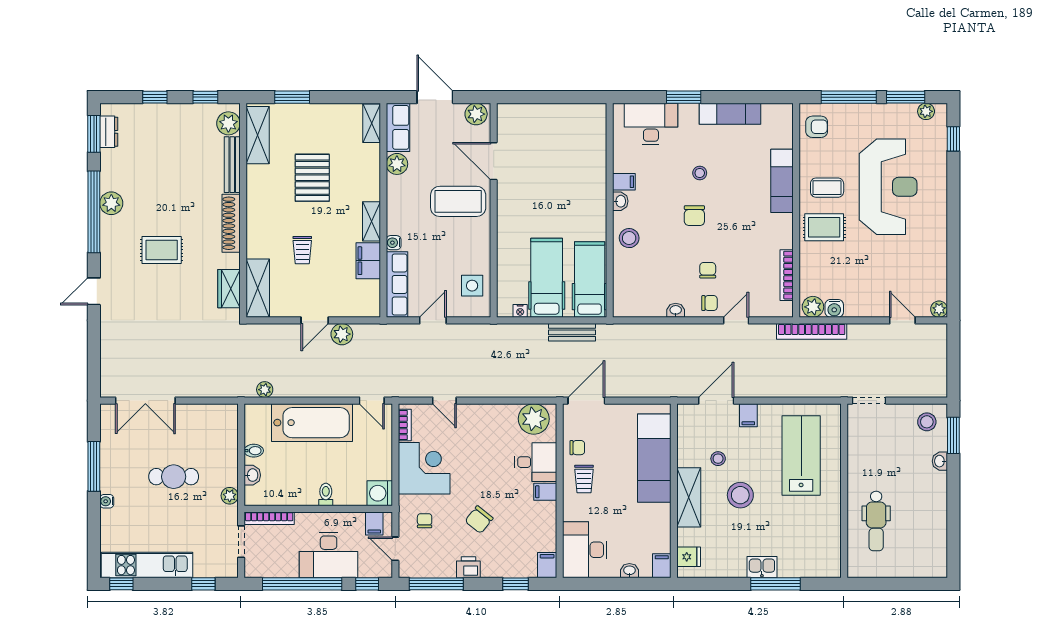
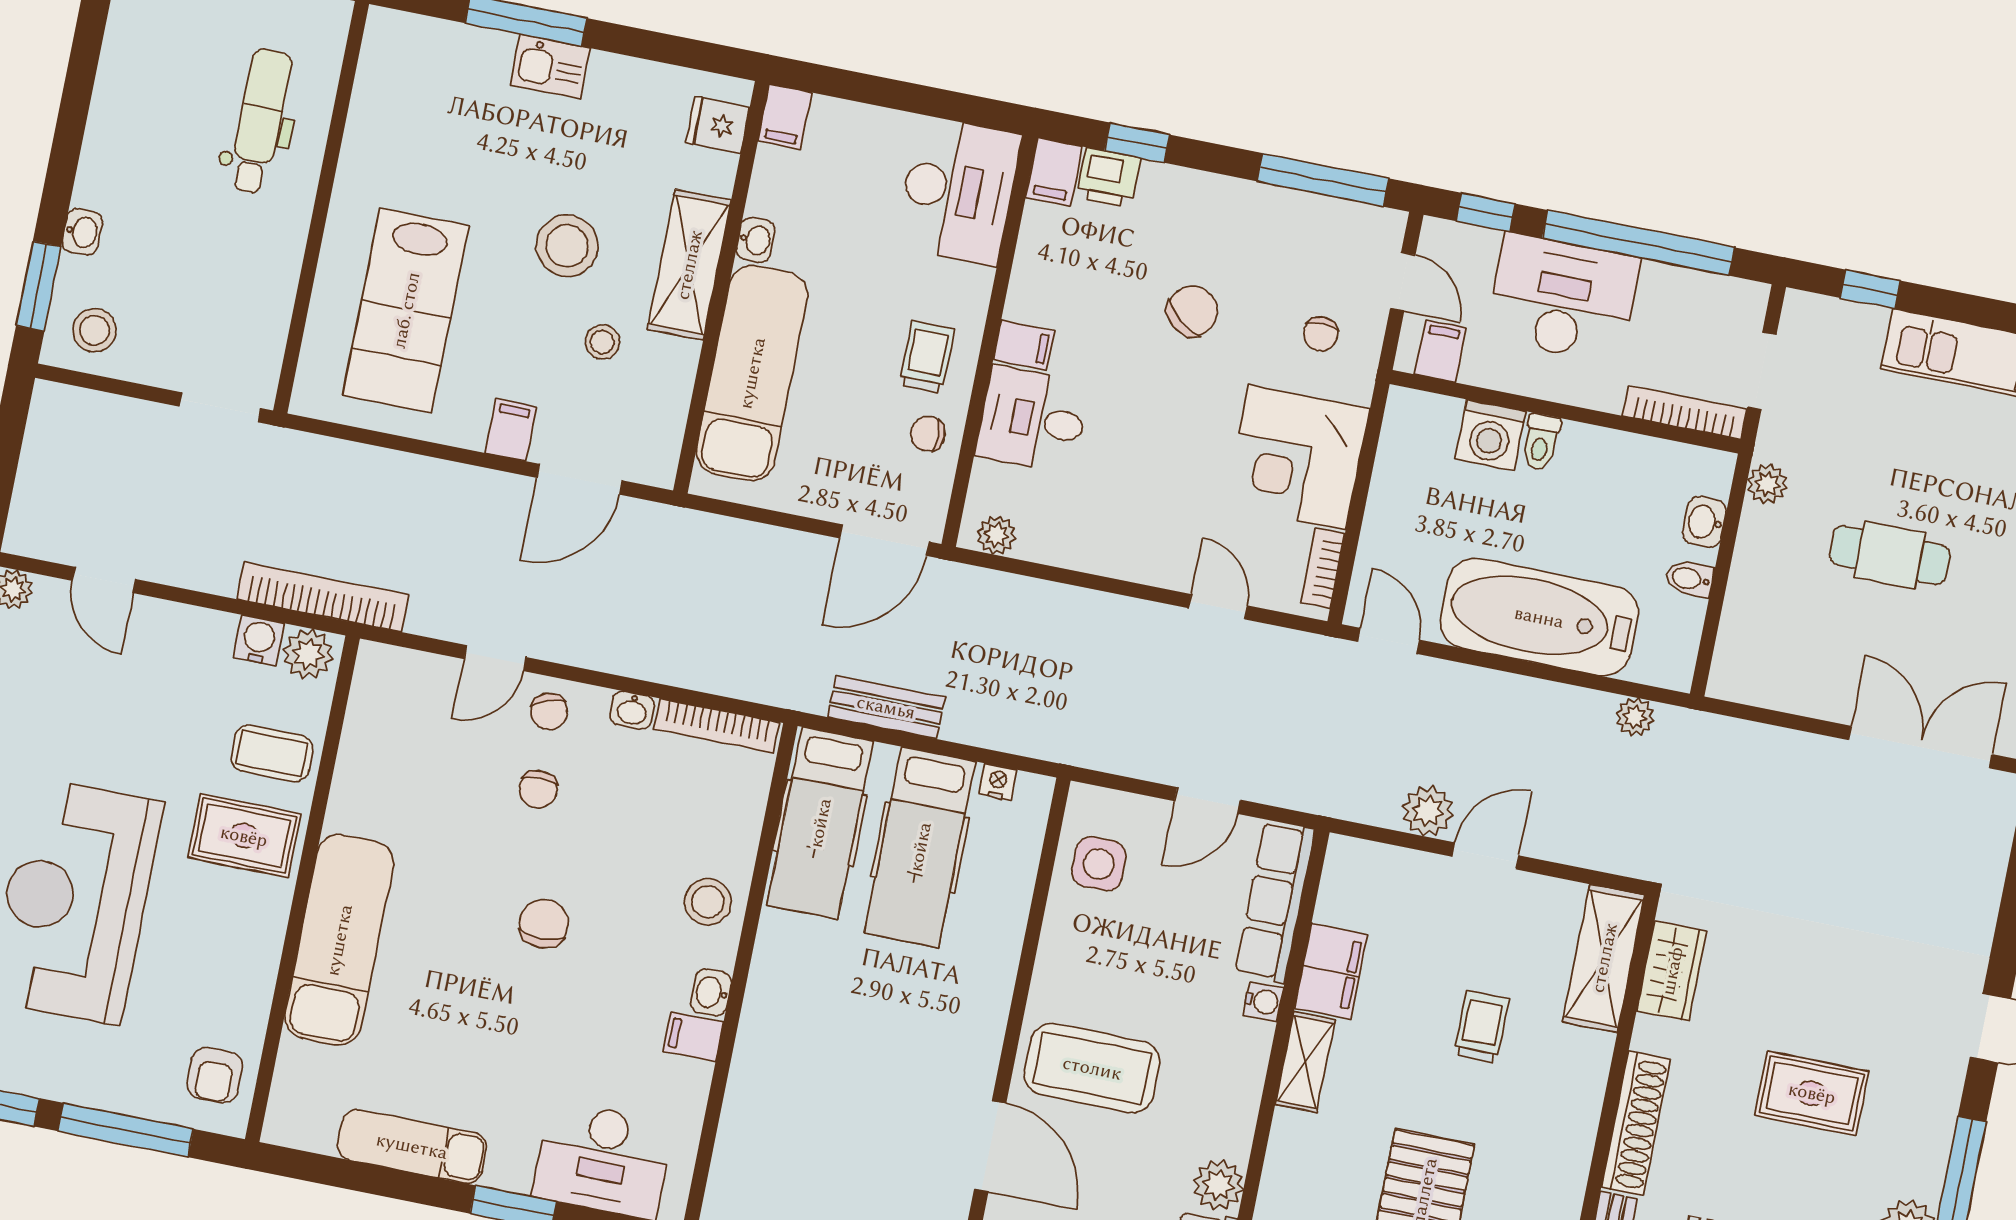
armchair: (817, 127) -> (215, 1075), turned -90
stool: (700, 173) -> (511, 1021), removed
exam couch: (782, 181) -> (339, 940), width x1.36, depth x1.45
coffee table: (827, 188) -> (272, 753), moved
bookcase: (787, 275) -> (717, 726), moved, turned 90
chair: (710, 303) -> (549, 711), turned -110
plant: (534, 419) -> (996, 535), width x0.53, depth x0.53
washing machine: (380, 493) -> (1490, 435), moved, turned 90
printer: (468, 567) -> (1109, 178), moved
washbasin: (629, 571) -> (756, 240), moved, turned -90

